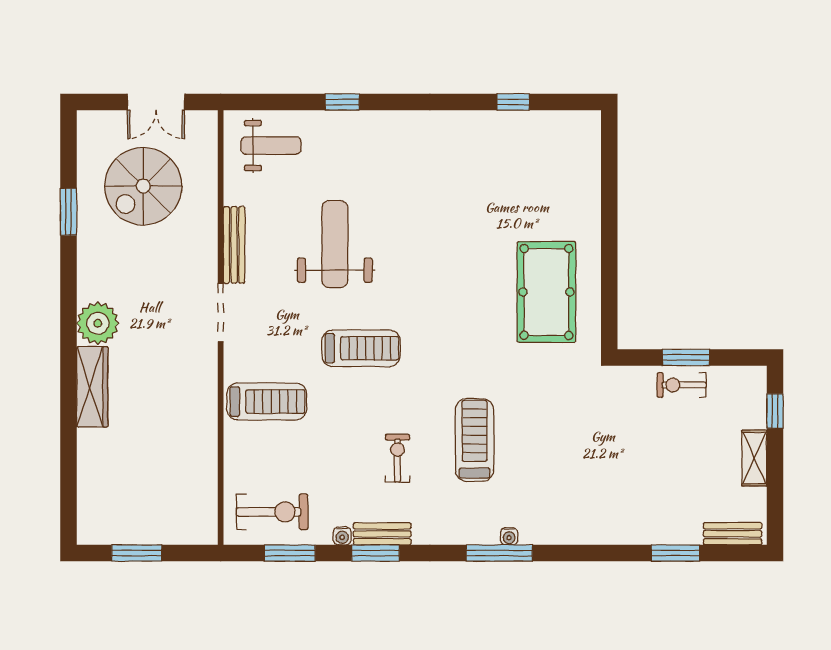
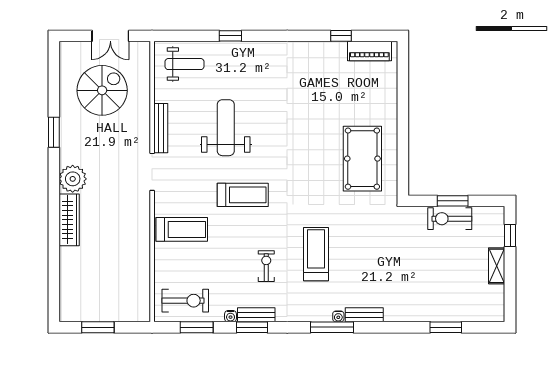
piano: (557, 125) -> (369, 51), added
spiral stairs: (143, 186) -> (102, 90), turned 180
window: (69, 212) -> (54, 132), moved
exercise bike: (682, 385) -> (450, 219), width x1.38, depth x1.39
bench: (733, 534) -> (364, 315), moved

